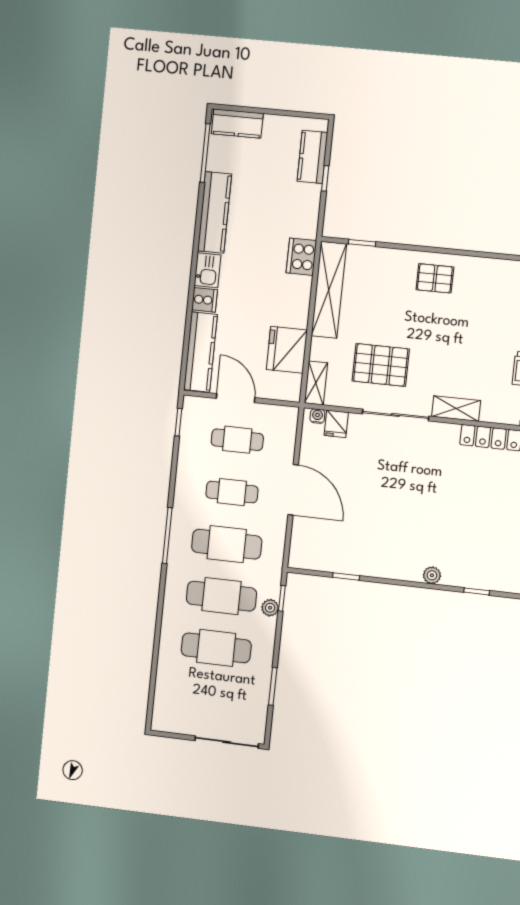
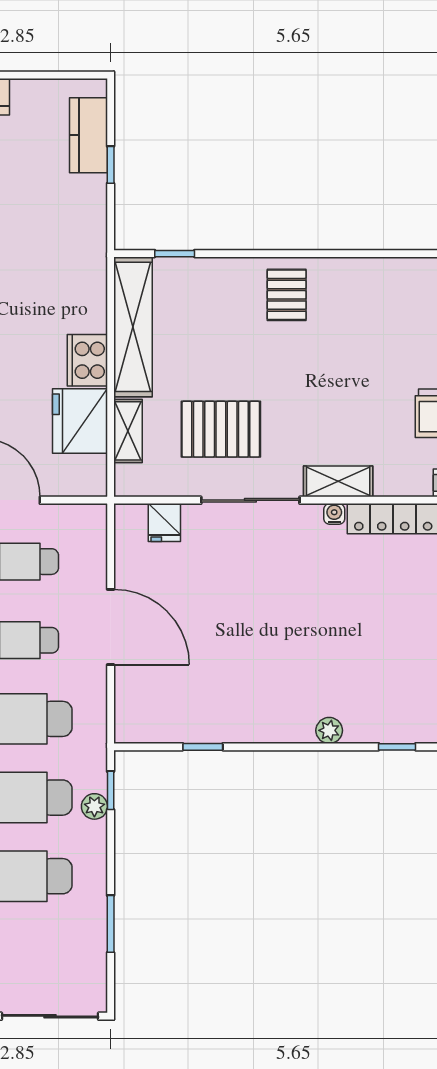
cooker: (301, 257) -> (87, 360), moved
pallet: (435, 278) -> (287, 295), turned 90
shelving: (316, 383) -> (128, 431), moved
water cooler: (317, 416) -> (334, 514), moved

